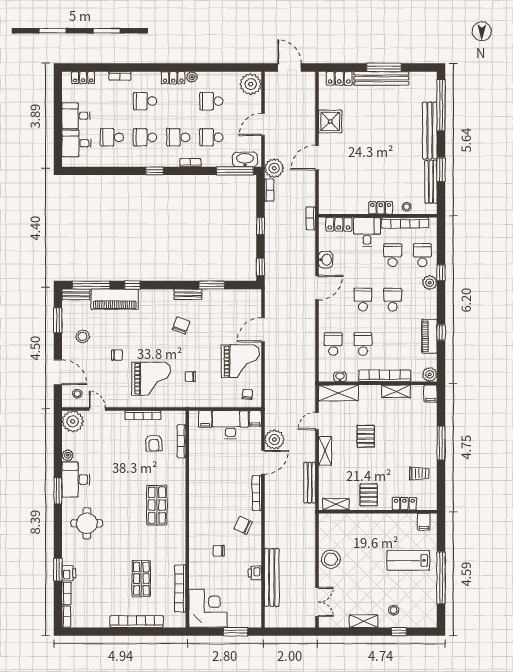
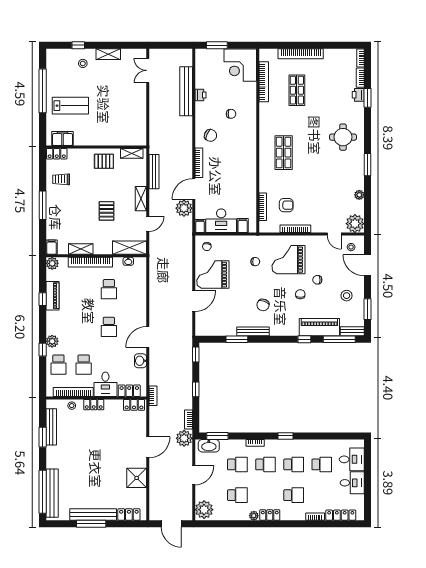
locker: (83, 78) -> (341, 515), width x1.53
bench: (430, 131) -> (52, 493), moved
window: (235, 171) -> (217, 436), width x0.69
locker: (333, 208) -> (134, 405), added
bench: (188, 294) -> (253, 331), width x1.36
school desk: (393, 300) -> (84, 327), removed
chair: (137, 338) -> (300, 294), added
school desk: (333, 344) -> (134, 289), removed
armchair: (154, 443) -> (286, 205), turned 93
desk: (76, 480) -> (352, 174), removed
pallet: (369, 495) -> (104, 161), turned 90
locker: (404, 504) -> (57, 154), moved
filing cabinet: (424, 522) -> (63, 139), width x2.00
stool: (331, 559) -> (136, 107), removed

